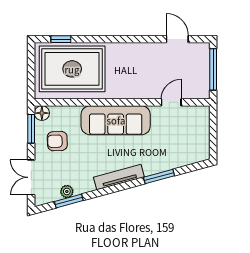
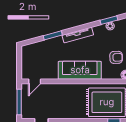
door: (171, 102) -> (35, 81), moved

